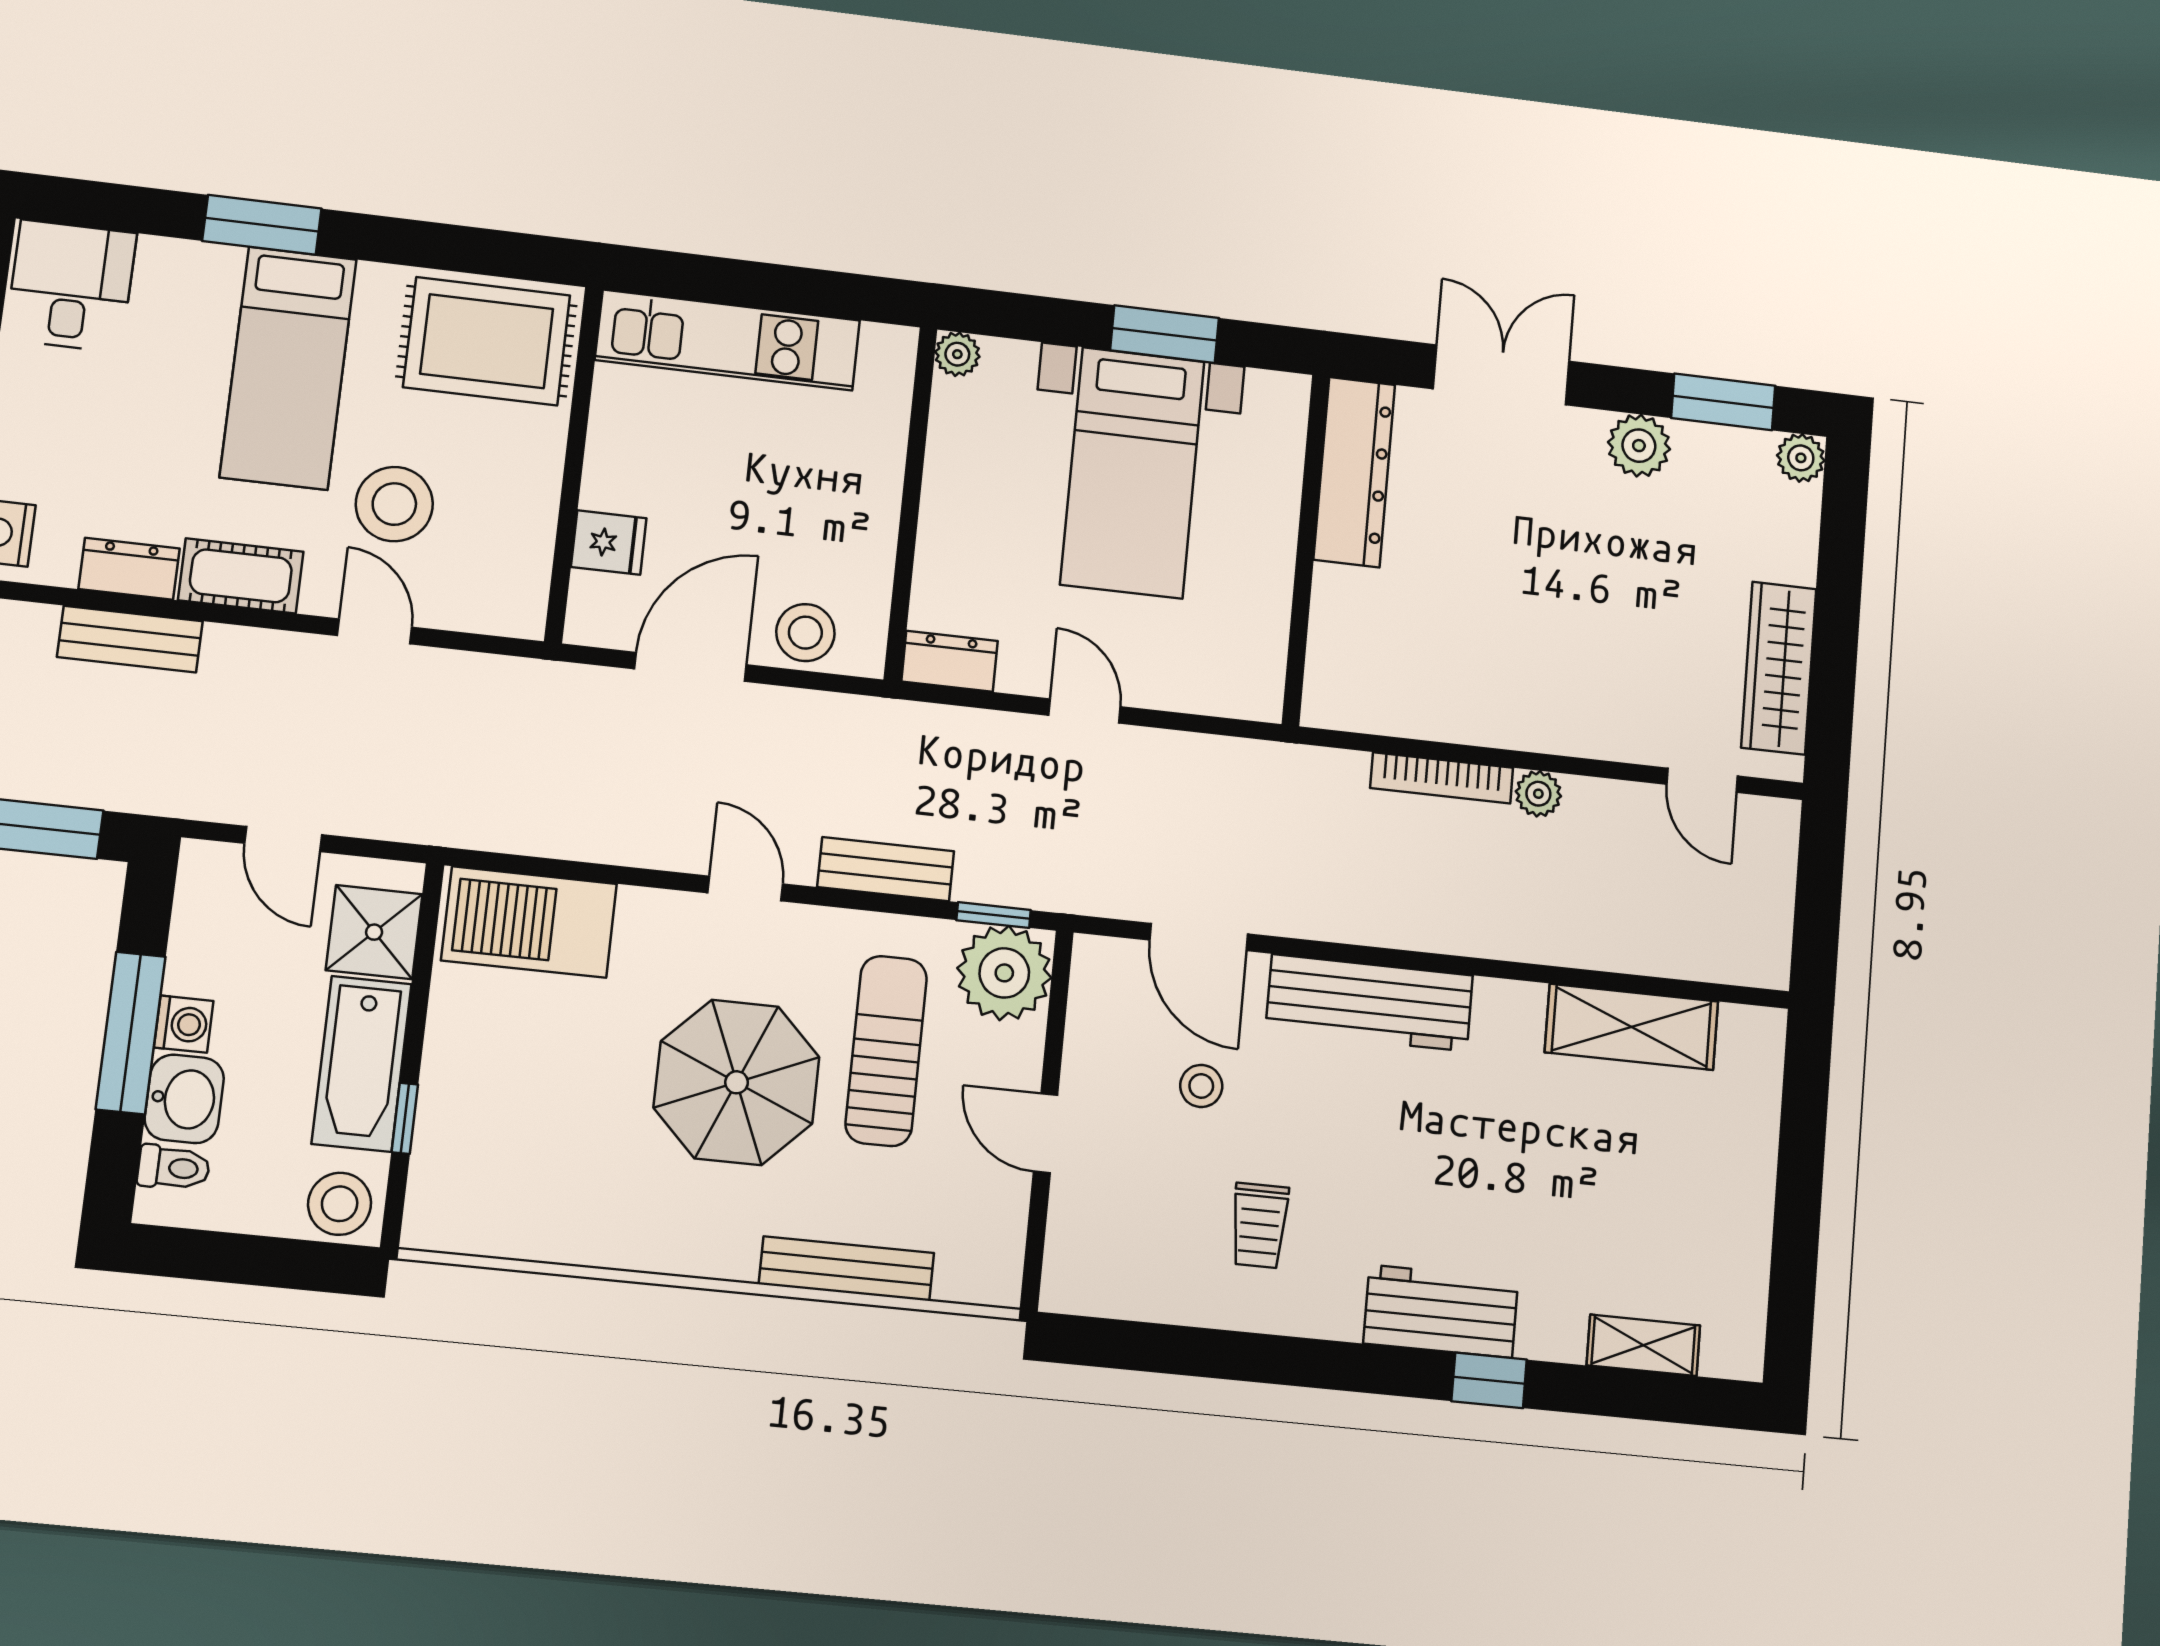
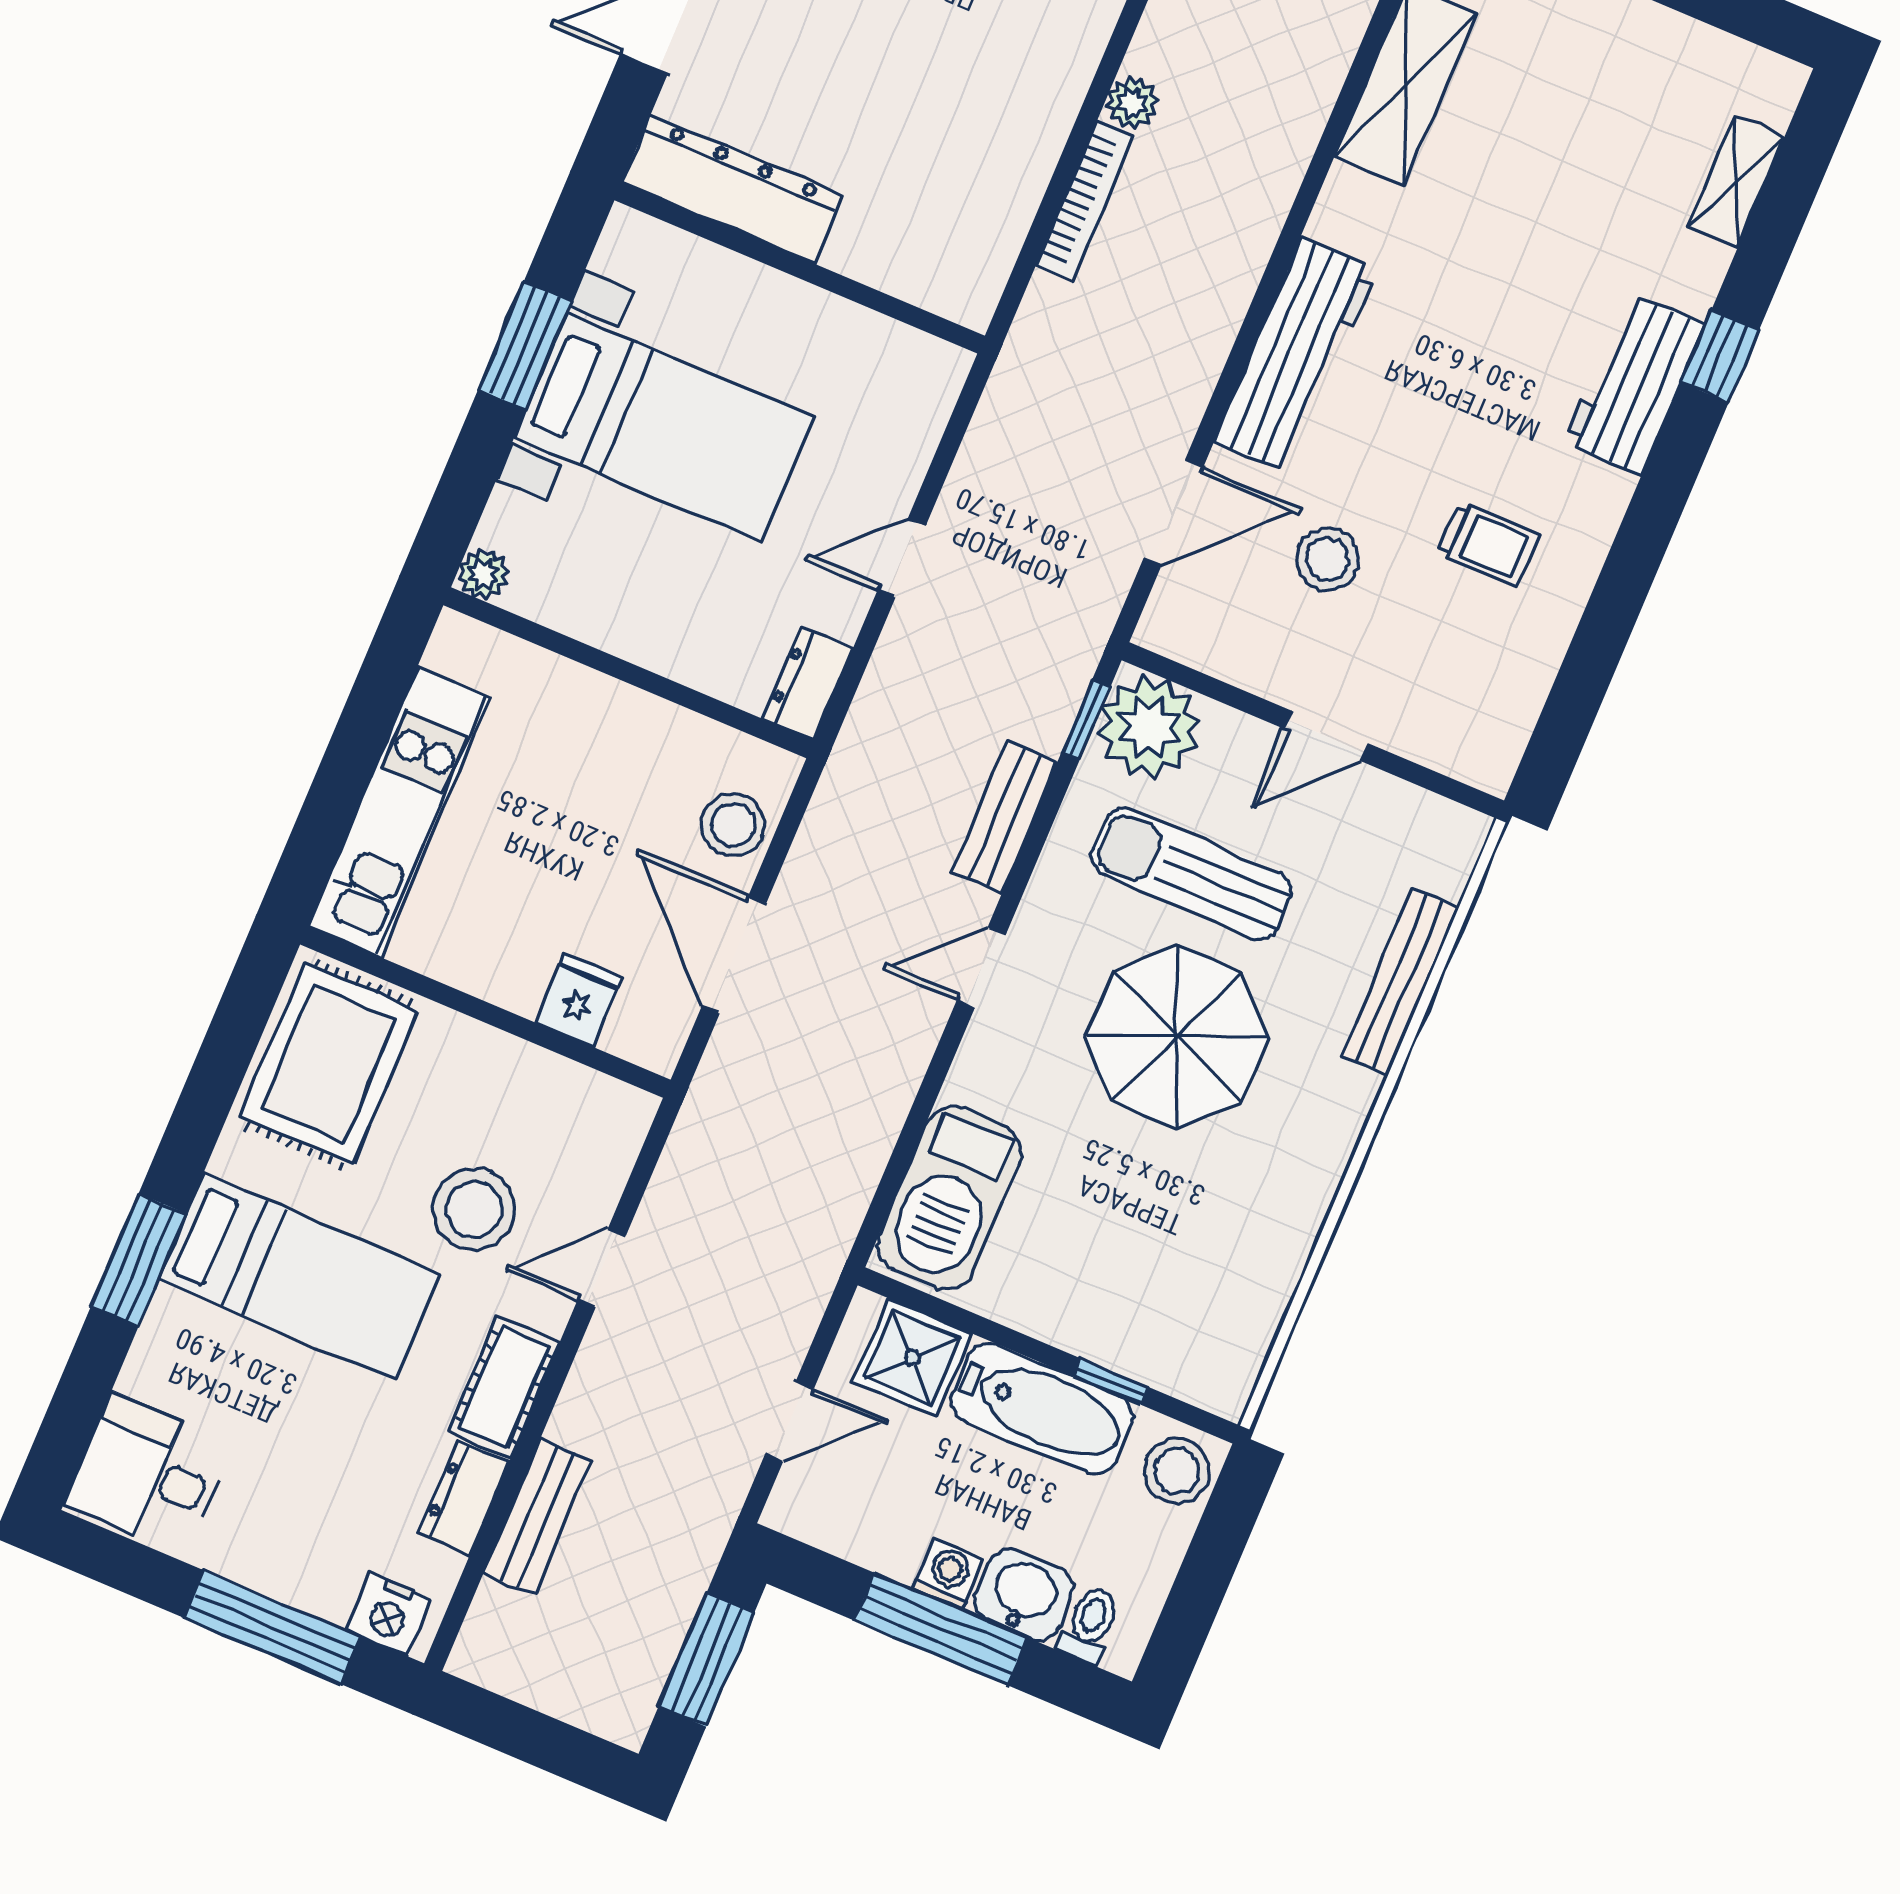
stool: (1201, 1086) -> (1327, 559), width x1.37, depth x1.37

